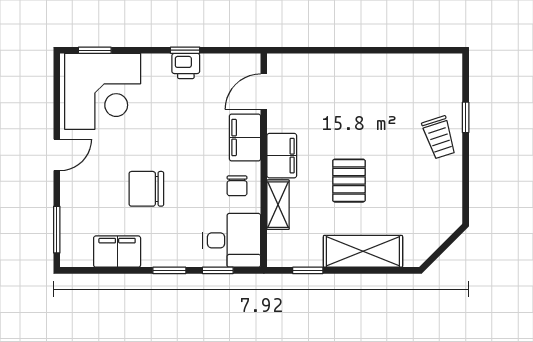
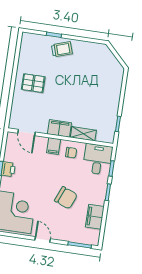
filing cabinet: (245, 138) -> (54, 146), width x0.50
pallet: (349, 181) -> (33, 83), moved
chair: (146, 189) -> (66, 198), turned -68
shelving: (363, 251) -> (113, 95), removed

